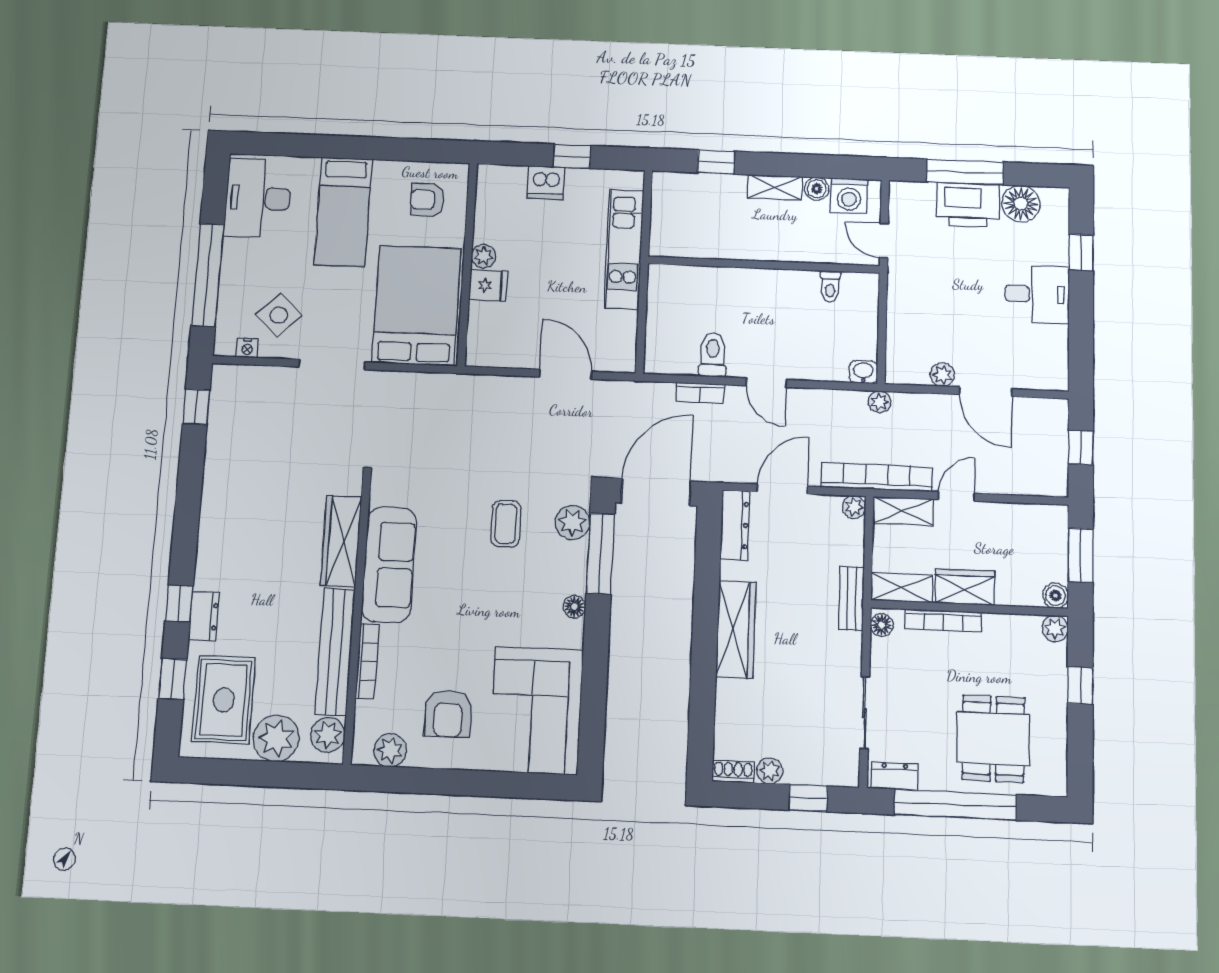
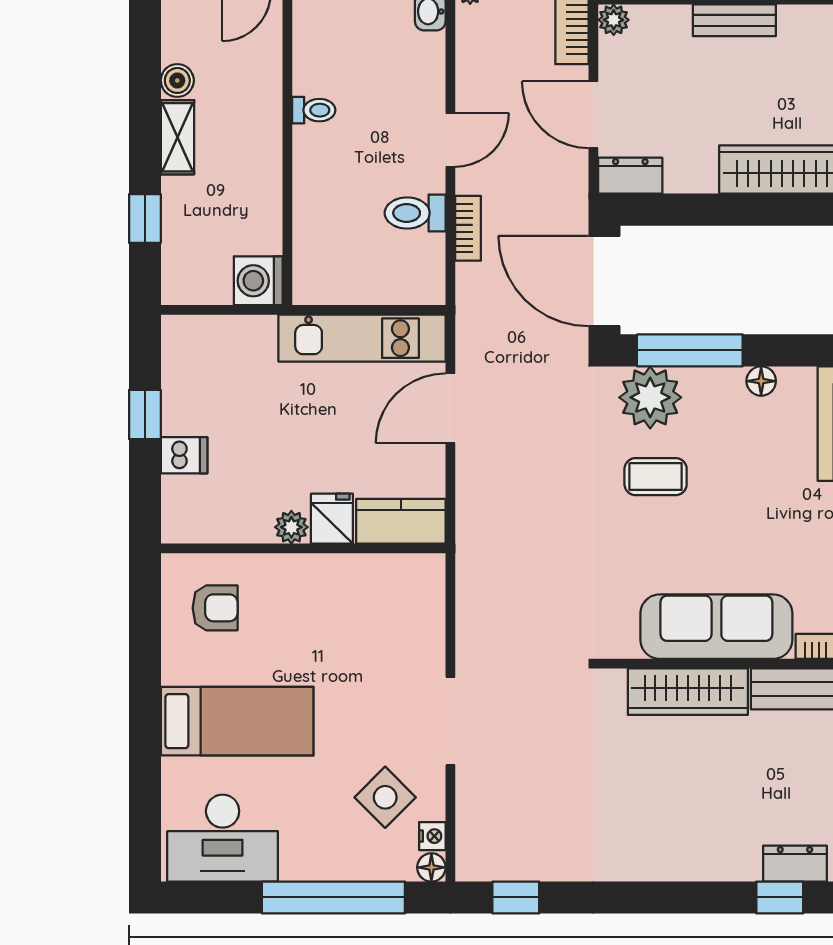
dishwasher: (546, 183) -> (184, 455), width x0.73
washing machine: (849, 196) -> (258, 281), moved, turned 180
armchair: (427, 200) -> (215, 608), turned -90
kitchen unit: (624, 249) -> (362, 338), moved
toilet: (830, 286) -> (314, 110), moved
bed: (417, 305) -> (364, 613), removed
kitchen counter: (483, 335) -> (401, 521), added
floor lamp: (224, 346) -> (431, 867), added
plant: (572, 523) -> (650, 397), width x1.36, depth x1.36
dresser: (735, 525) -> (630, 176), width x0.70

